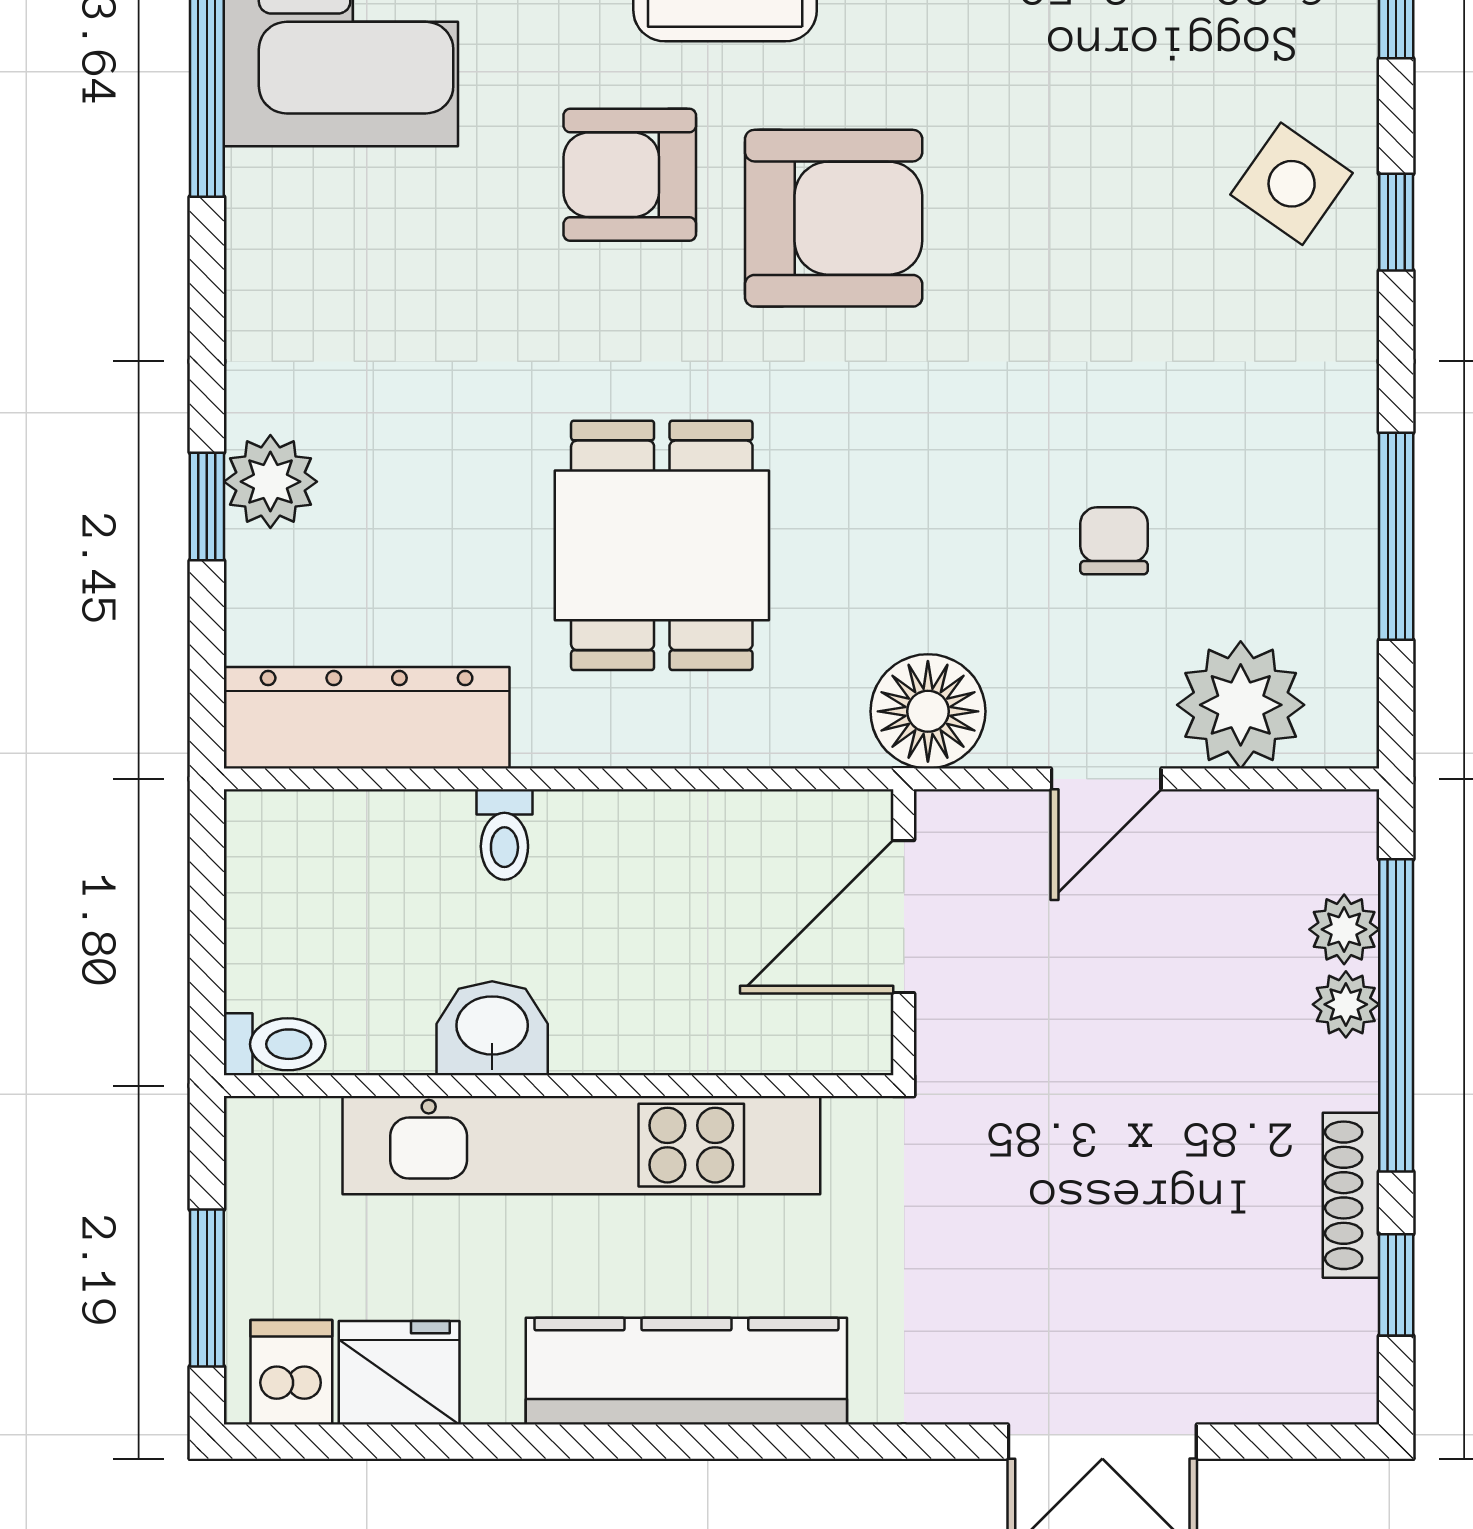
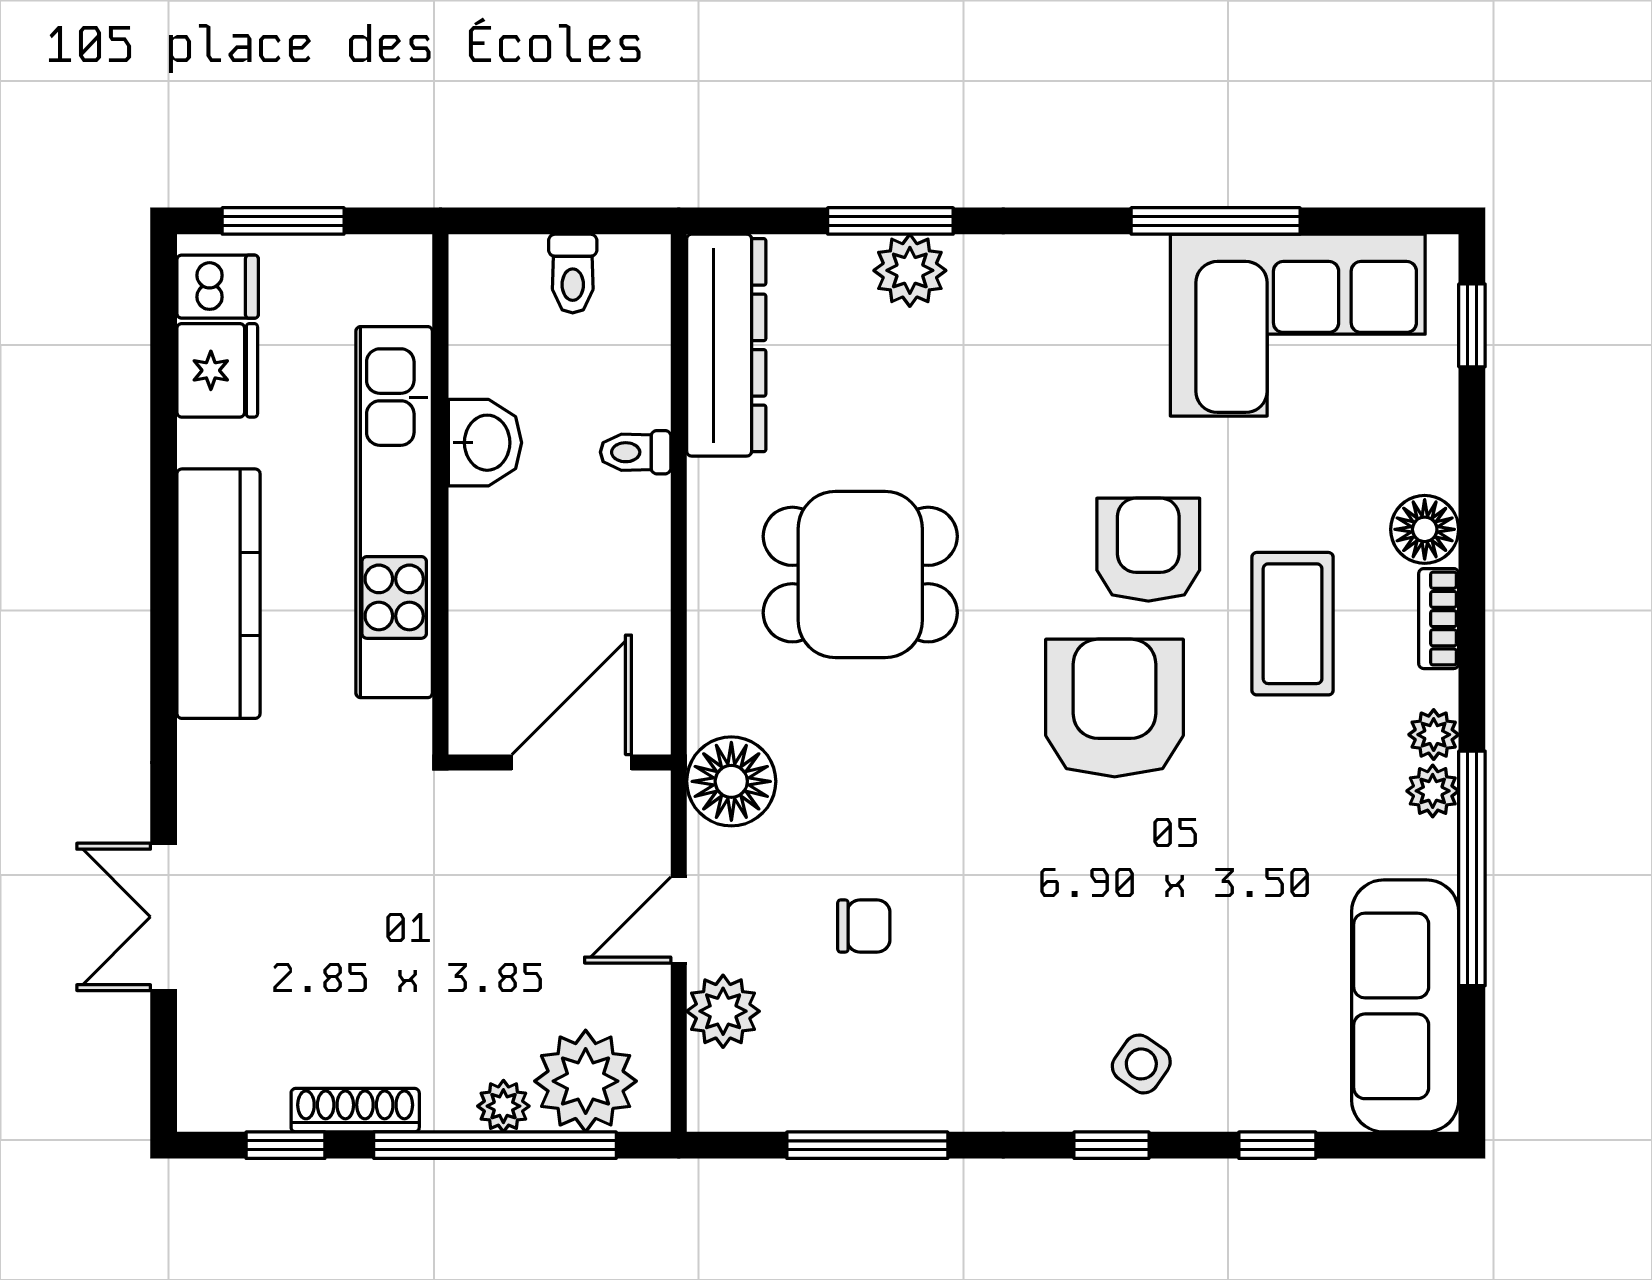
side table: (1292, 184) -> (1141, 1064), width x0.73, depth x0.73
armchair: (834, 218) -> (1115, 708), turned 180
window: (207, 507) -> (890, 221), width x1.50
plant: (1241, 705) -> (723, 1011), width x0.73, depth x0.73
door: (1106, 779) -> (679, 920), hinge flipped
door: (904, 917) -> (572, 763), hinge flipped
plant: (1344, 929) -> (586, 1081), width x1.88, depth x1.88
toilet: (275, 1044) -> (573, 274), moved

